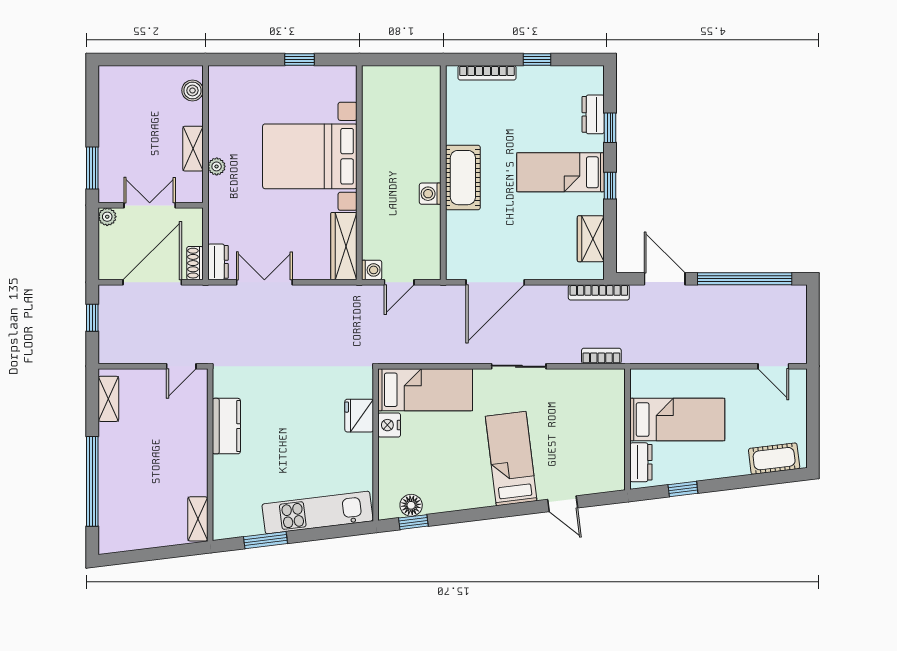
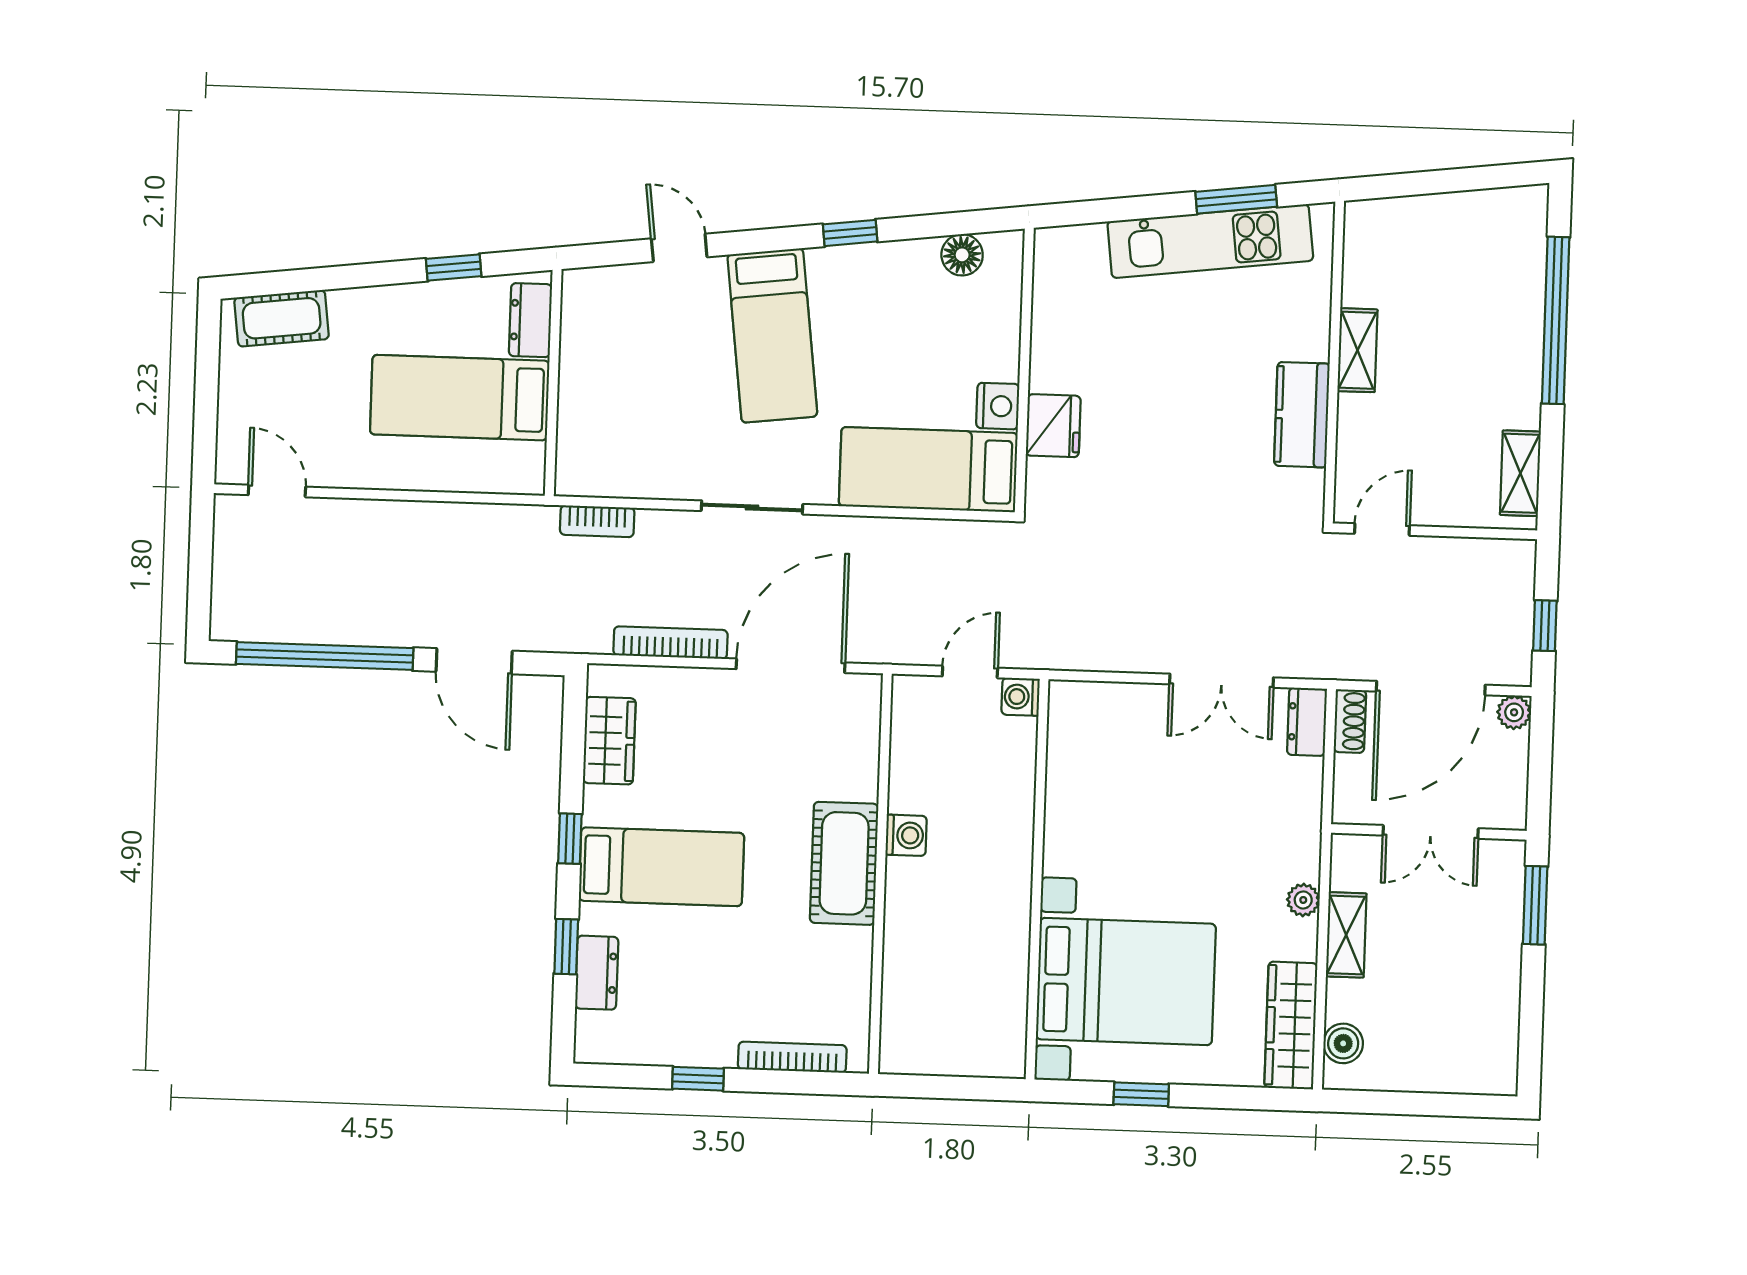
bed with nightstands: (310, 156) -> (1126, 981), moved
plant: (107, 217) -> (1514, 712), moved
wardrobe: (344, 246) -> (1291, 1025), moved, turned 180
bookcase: (599, 292) -> (671, 643), moved
kitchen unit: (317, 513) -> (1210, 241), moved
shelving: (198, 519) -> (1357, 350), moved
window: (413, 522) -> (850, 233), moved

